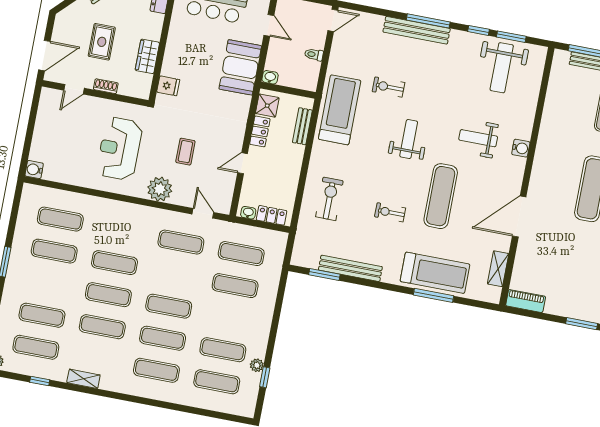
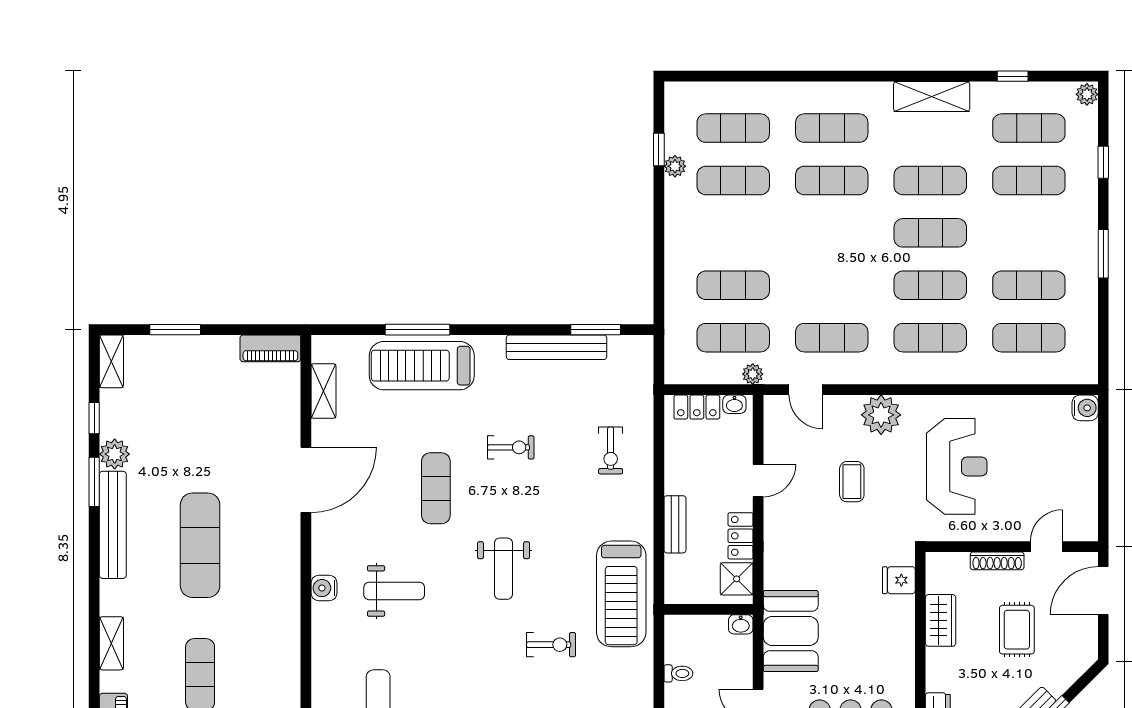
shoe rack: (106, 86) -> (997, 561), width x1.43
bench: (302, 126) -> (675, 524), moved
exercise mat: (441, 196) -> (436, 488), width x0.73, depth x0.69
exercise bike: (329, 199) -> (611, 450), width x0.73, depth x0.72
plant: (233, 229) -> (753, 374), added
exercise mat: (169, 306) -> (930, 338), moved
shelving: (83, 379) -> (932, 96), width x1.50, depth x1.33

